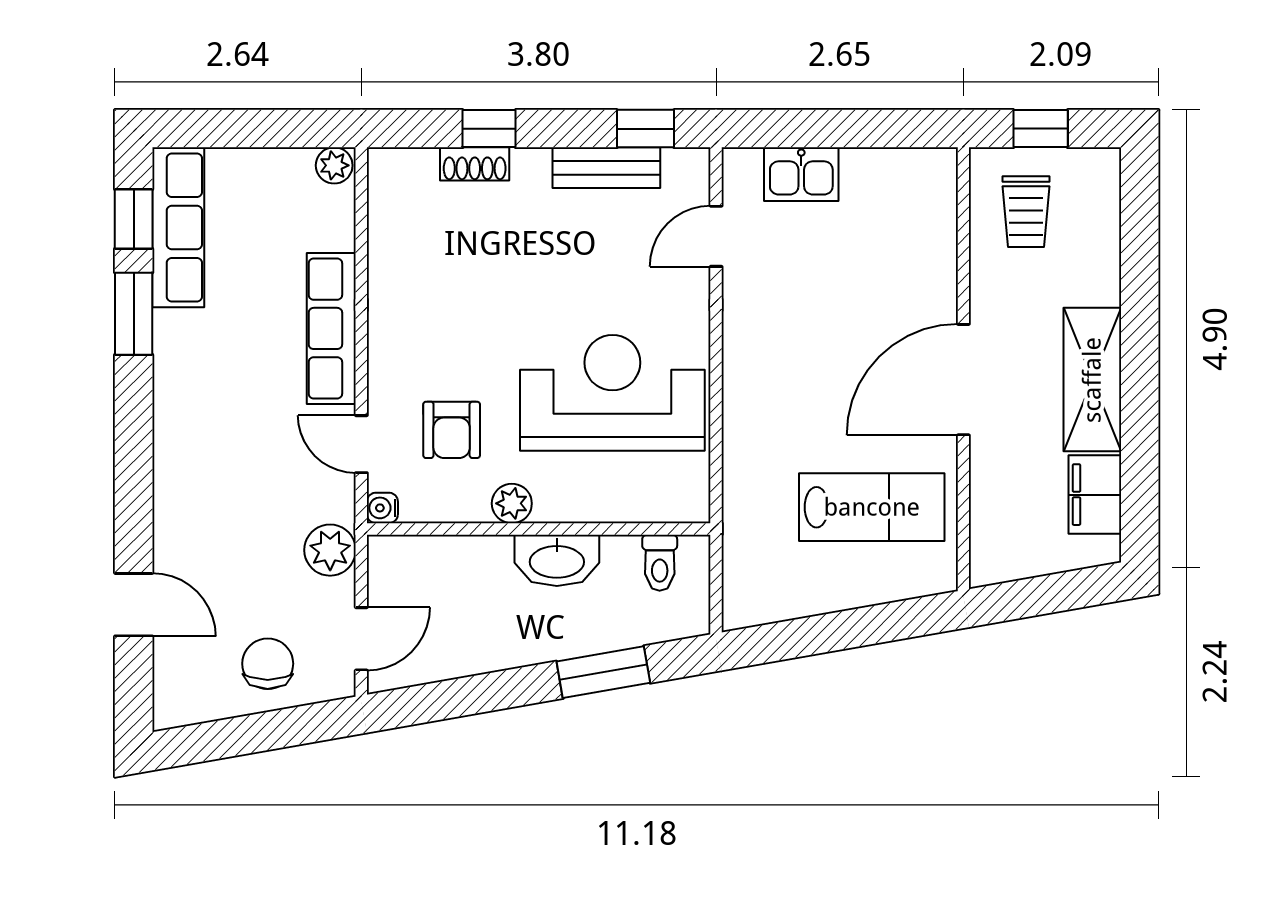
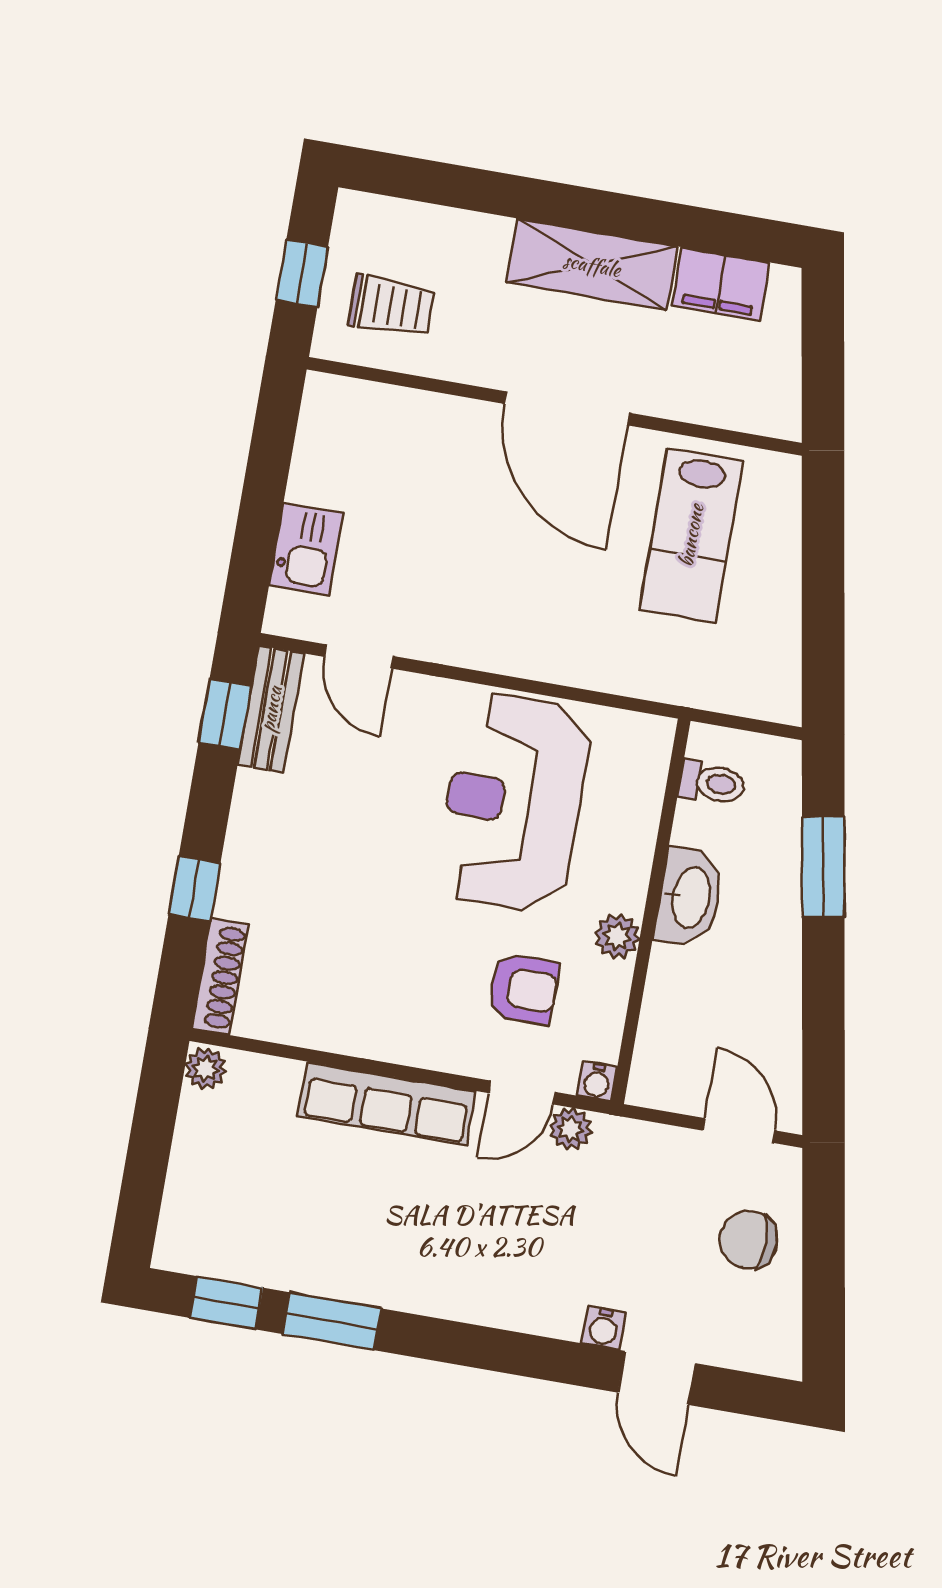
shoe rack: (475, 164) -> (220, 977), moved, width x1.43
bench: (606, 168) -> (271, 709), moved
row of seats: (178, 227) -> (244, 1255), removed
lab bench: (872, 507) -> (691, 535), turned 180
plant: (330, 550) -> (570, 1129), moved, width x0.73, depth x0.73
water cooler: (169, 551) -> (604, 1328), added
door: (134, 605) -> (656, 1378), swing flipped

